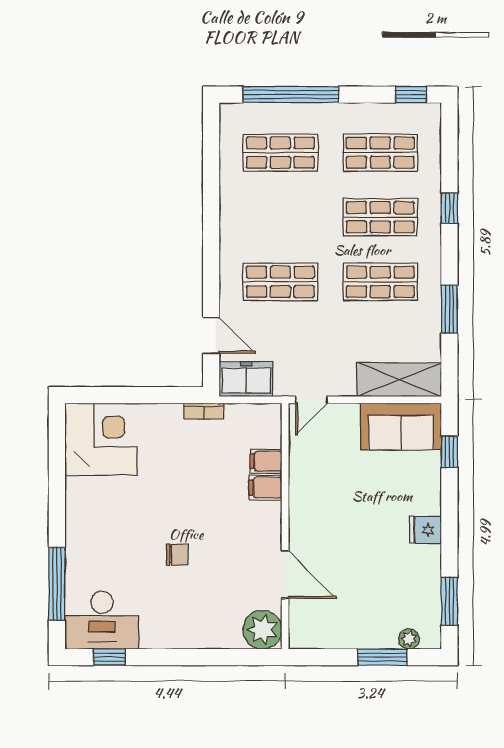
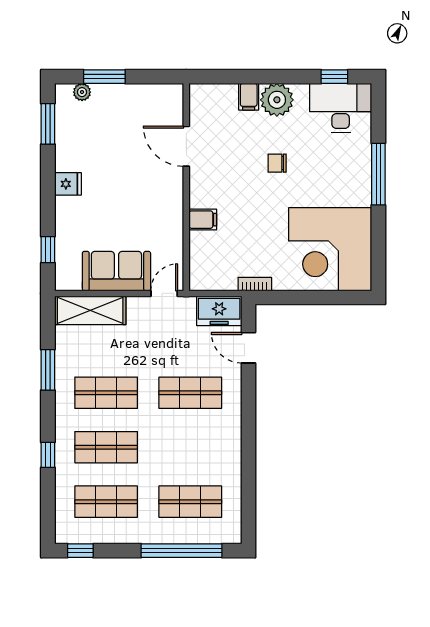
sofa: (401, 426) -> (116, 271), moved
corner desk: (101, 439) -> (330, 249), width x1.36, depth x1.36
filing cabinet: (266, 461) -> (249, 97), moved, turned 90
window: (57, 584) -> (378, 174), moved
plant: (262, 630) -> (277, 100), moved

